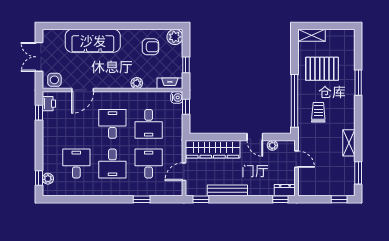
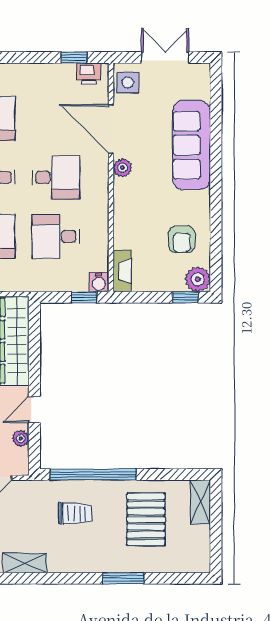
window: (186, 65) -> (185, 297), moved
plant: (137, 83) -> (122, 168), moved
door: (83, 90) -> (111, 129), width x1.36

